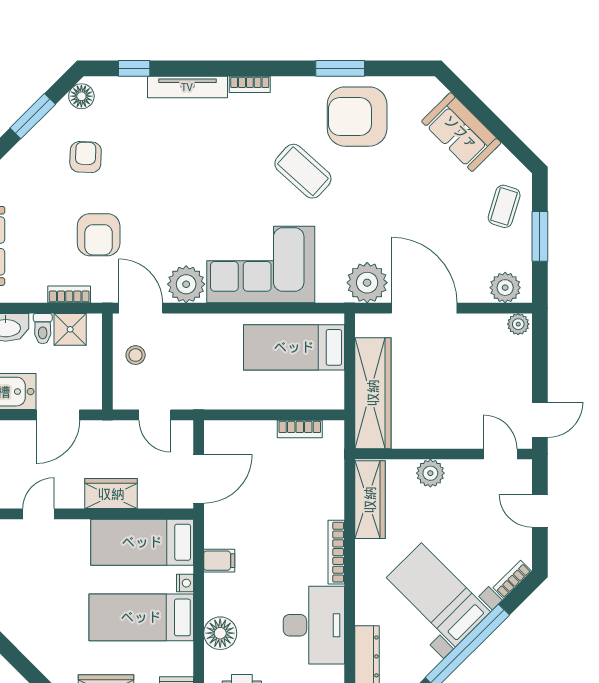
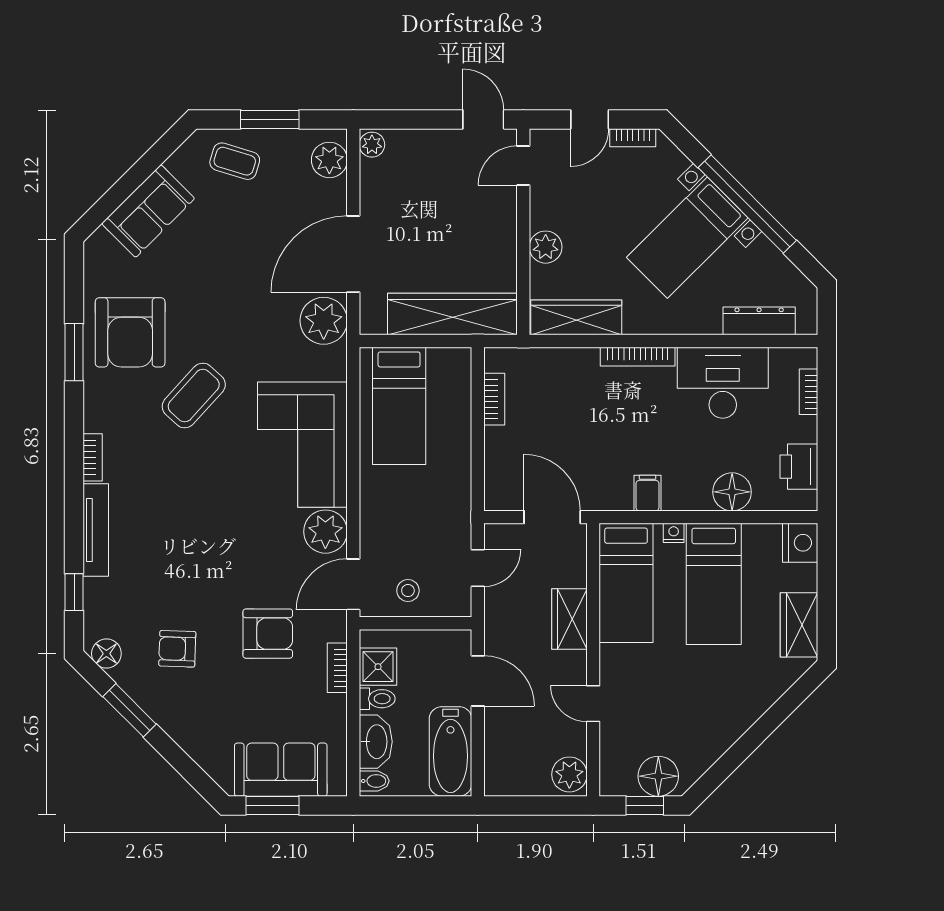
bookcase: (512, 579) -> (633, 138), moved, turned -45

